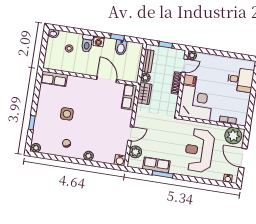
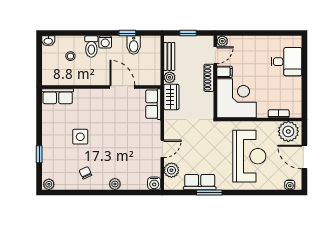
reception desk: (199, 150) -> (249, 156), turned 180

